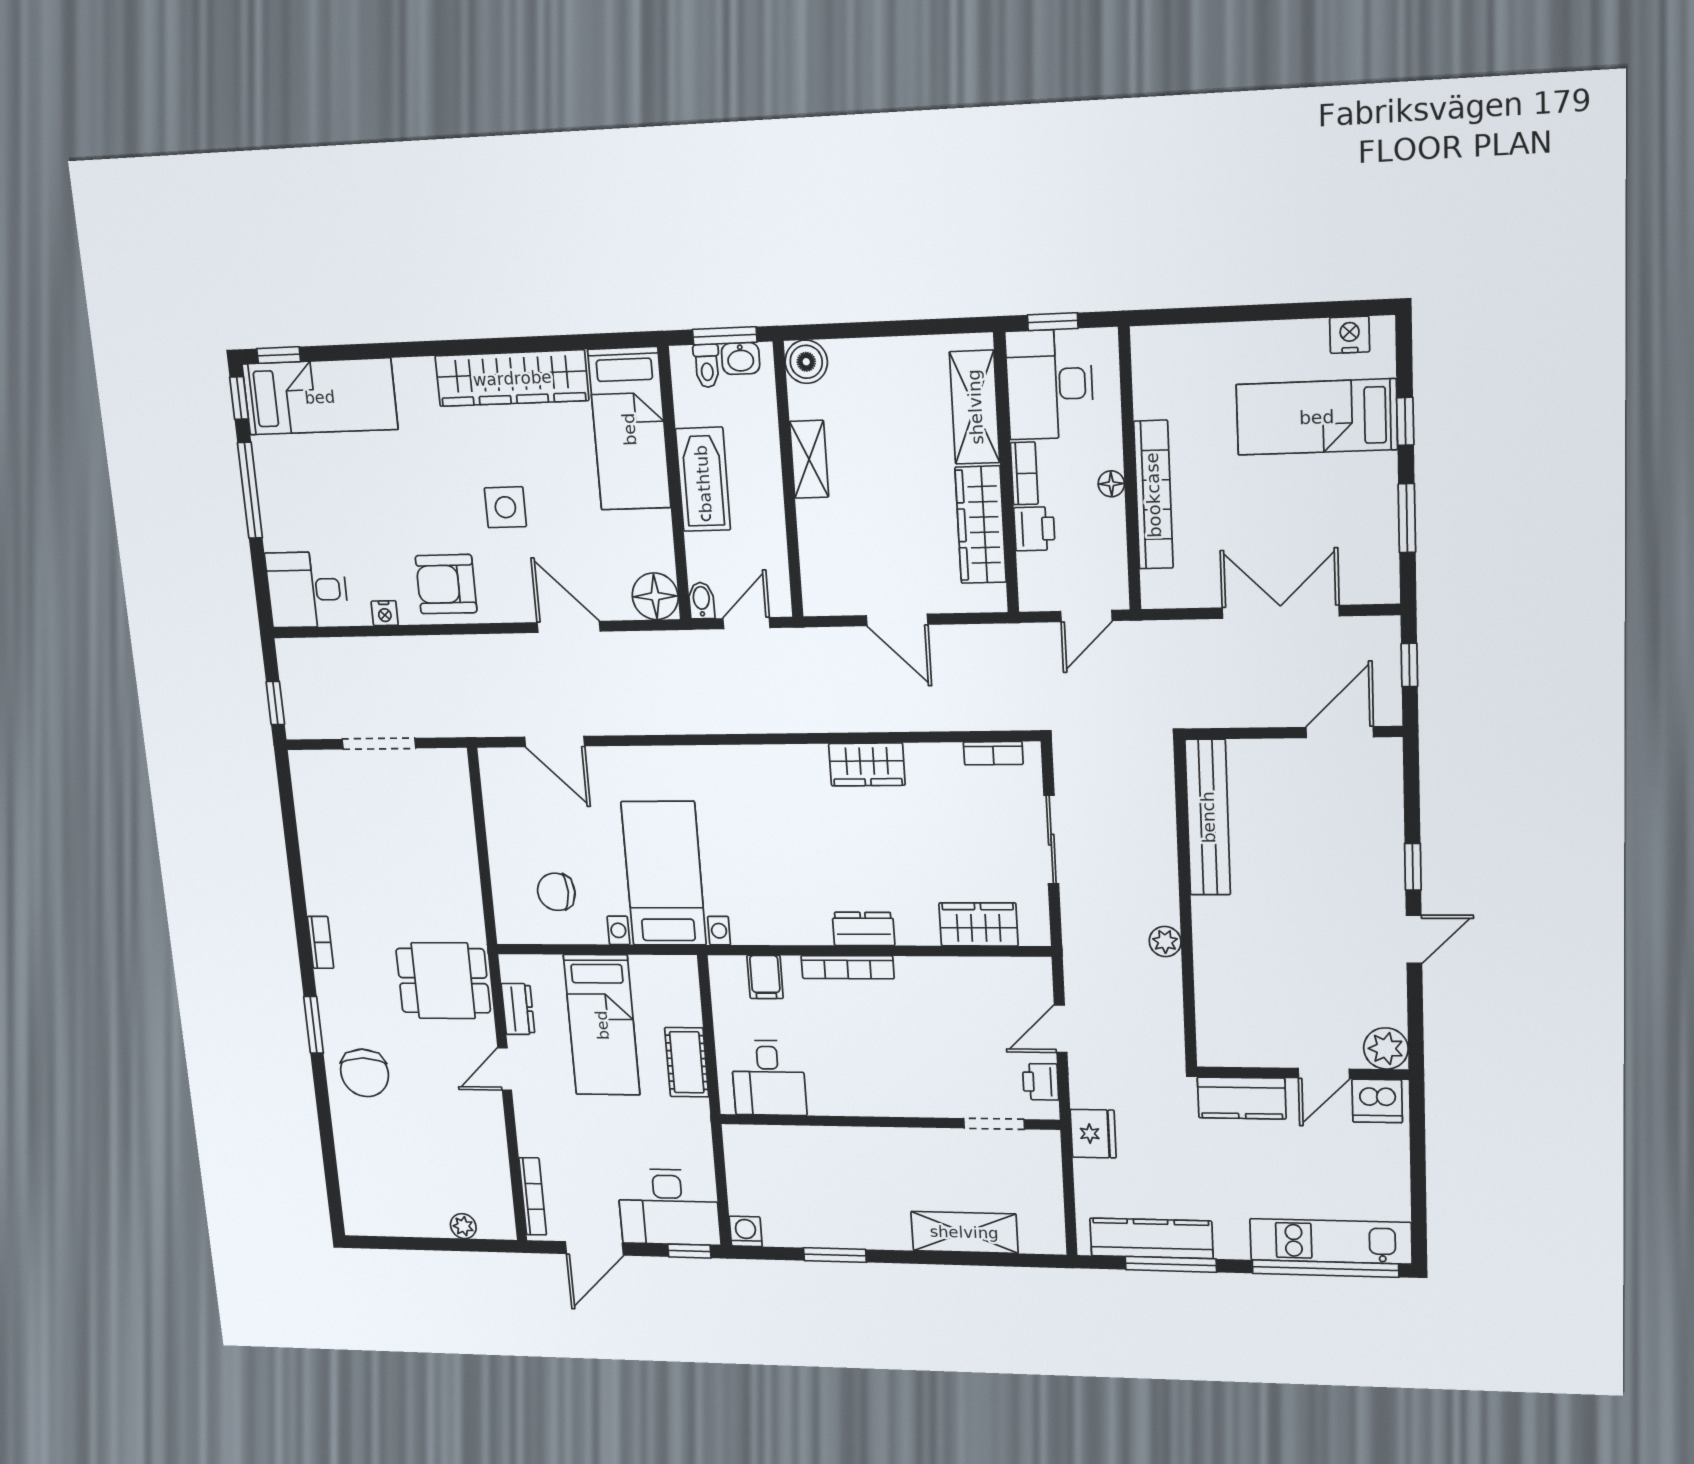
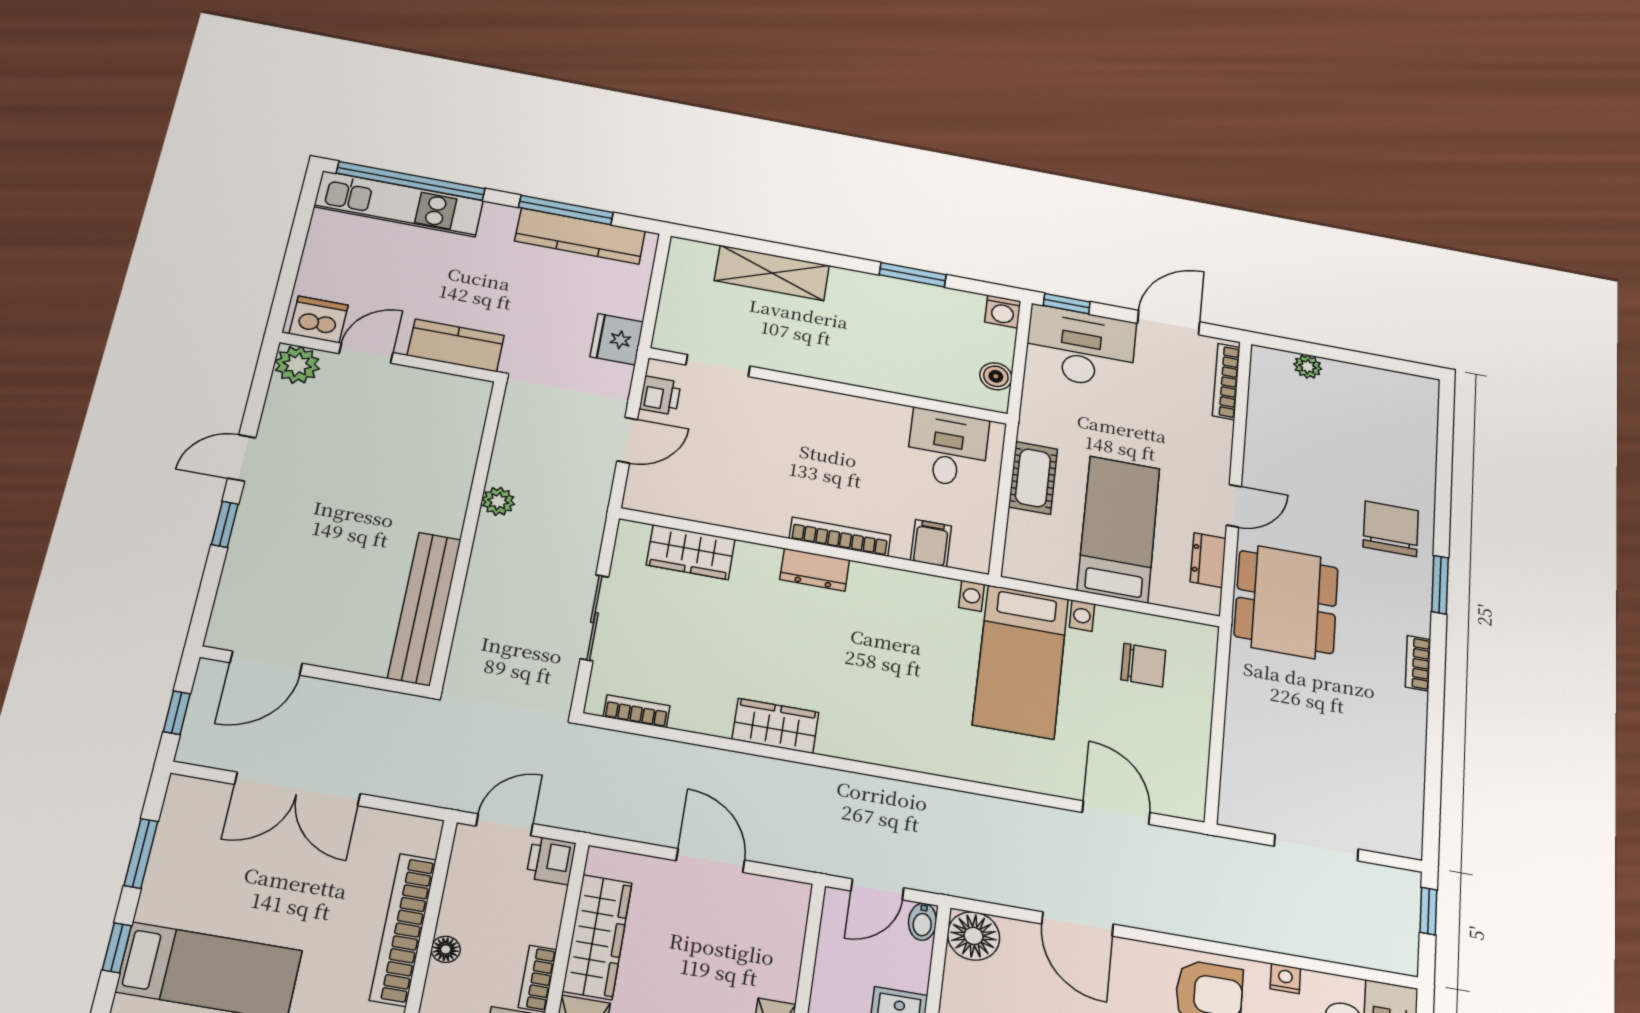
printer: (1034, 529) -> (551, 860), moved
dining table: (443, 981) -> (1286, 602), width x1.38
boiler: (739, 1162) -> (996, 376), added

